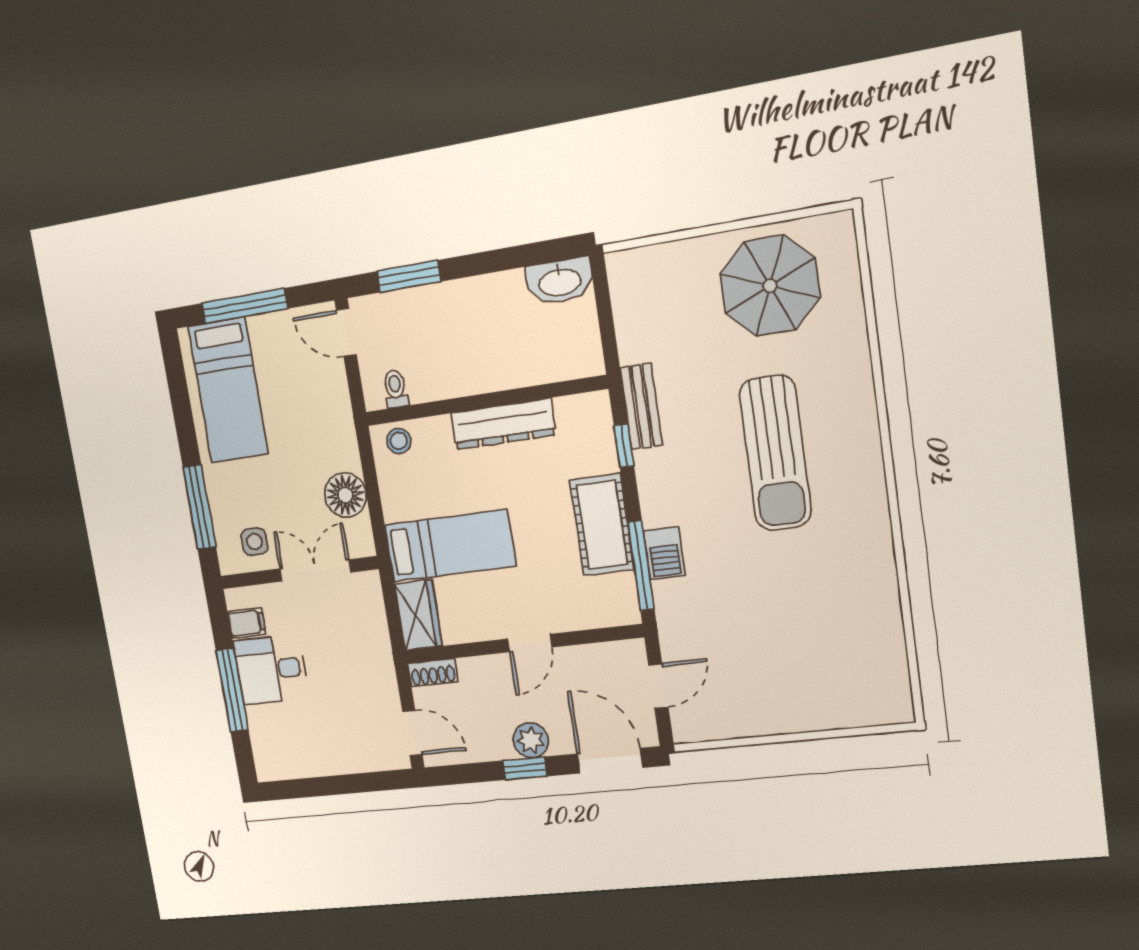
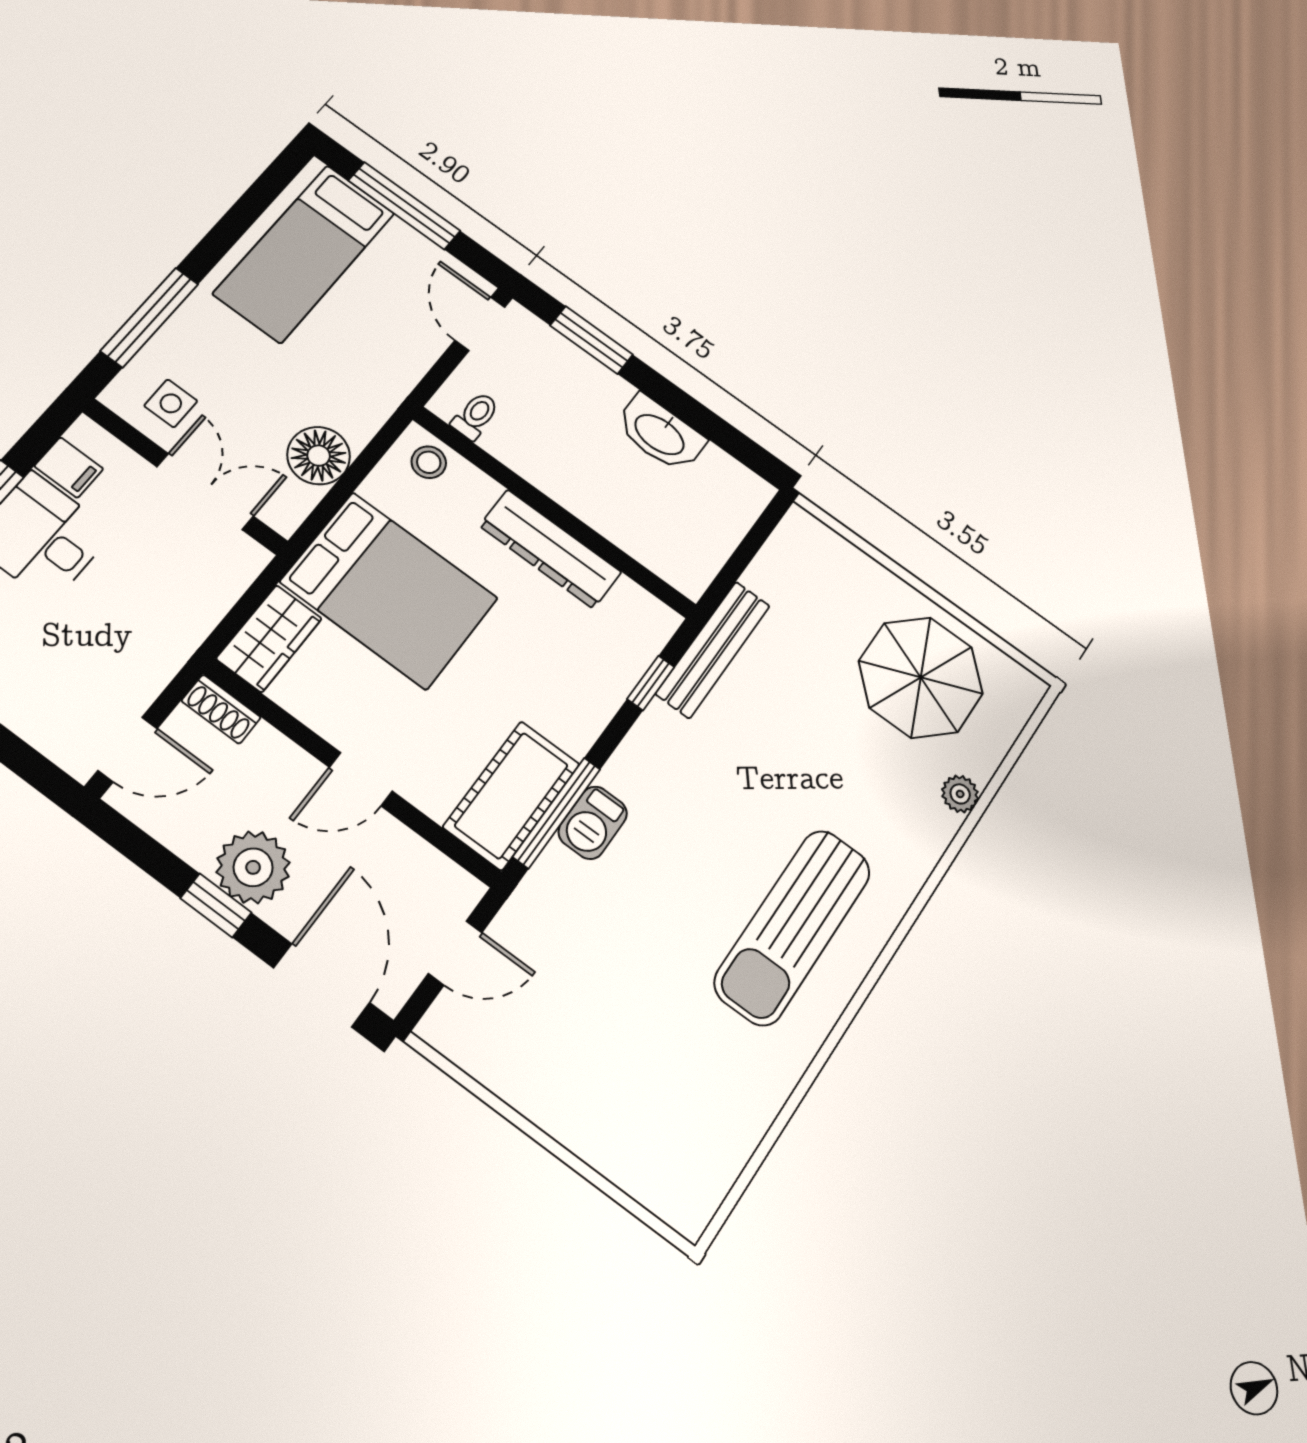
washbasin: (560, 281) -> (660, 434), moved
plant: (853, 335) -> (960, 794), added
bench: (641, 407) -> (713, 650), width x1.36
sun lounger: (775, 453) -> (793, 927), moved
cot: (602, 525) -> (511, 795), moved
bed: (450, 546) -> (389, 590), width x1.50
door: (412, 733) -> (128, 749), hinge flipped
plant: (531, 740) -> (253, 867), width x1.36, depth x1.36

